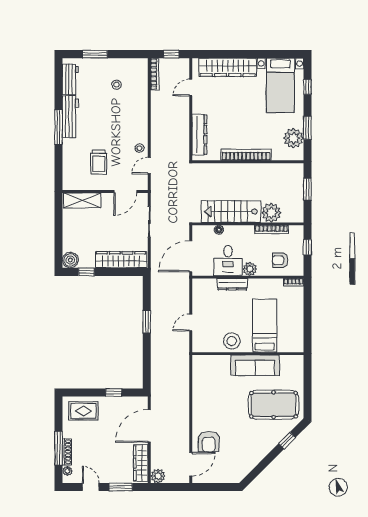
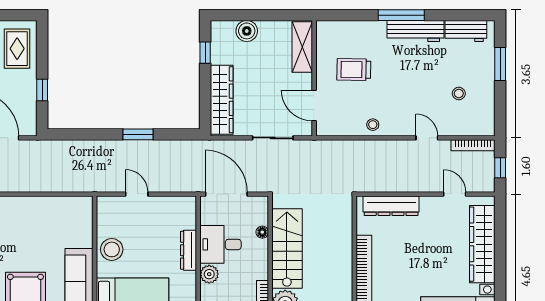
door: (149, 166) -> (427, 138), moved
boiler: (70, 260) -> (247, 31), moved

